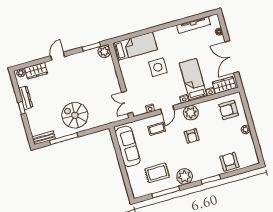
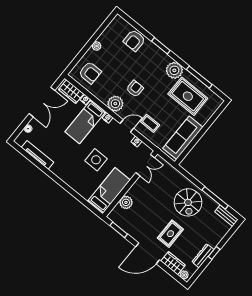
bed: (135, 46) -> (109, 191), moved, turned 90
plant: (104, 52) -> (126, 202), moved
door: (58, 56) -> (147, 253), width x1.88
rug: (60, 85) -> (170, 234), added
rug: (157, 173) -> (188, 96), width x1.36, depth x1.43

